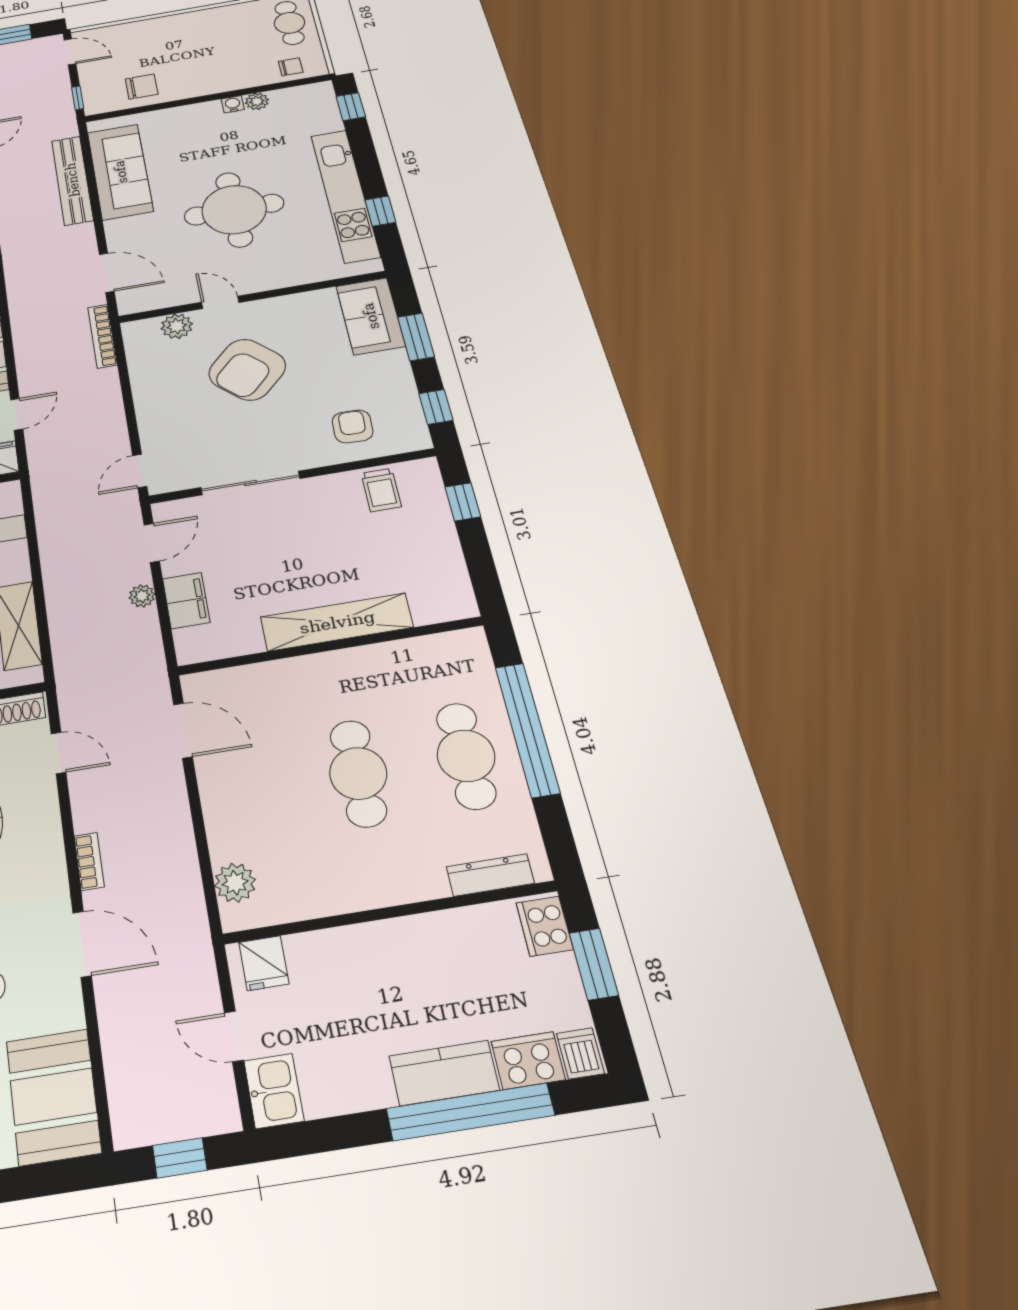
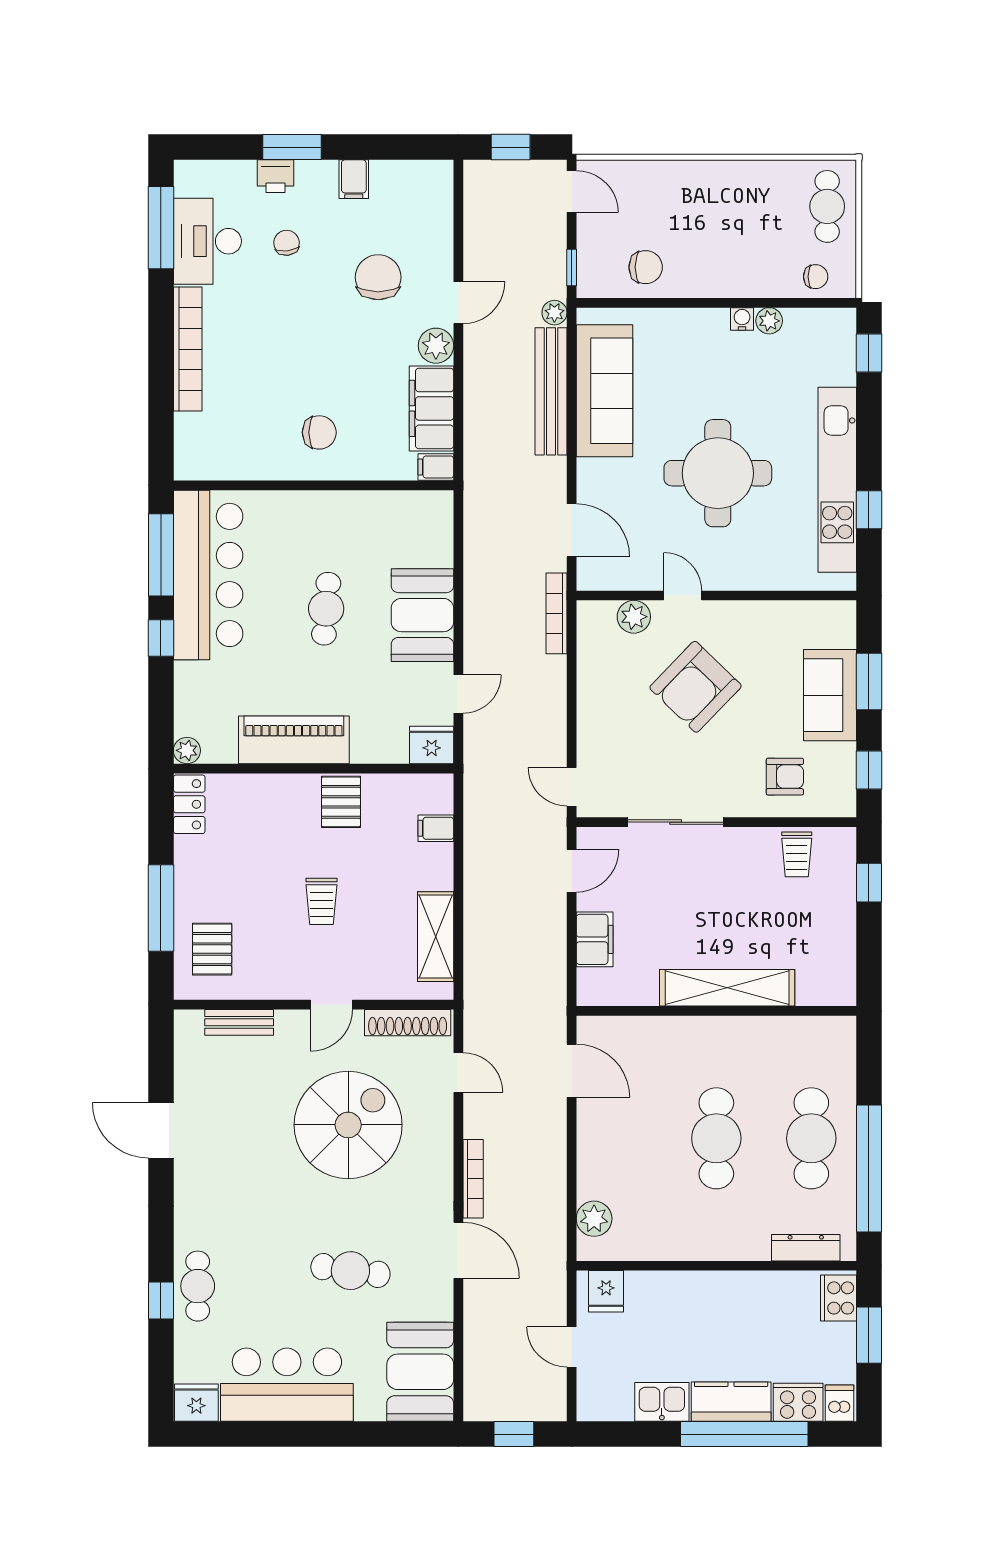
sofa: (370, 316) -> (830, 695), moved
armchair: (353, 427) -> (785, 777), turned 88
door: (140, 471) -> (572, 787), hinge flipped
plant: (142, 596) -> (554, 313), moved
window: (527, 729) -> (869, 1169), moved
bookcase: (89, 861) -> (473, 1179), width x1.56
kitchen sink: (274, 1091) -> (662, 1402), moved, turned -90

